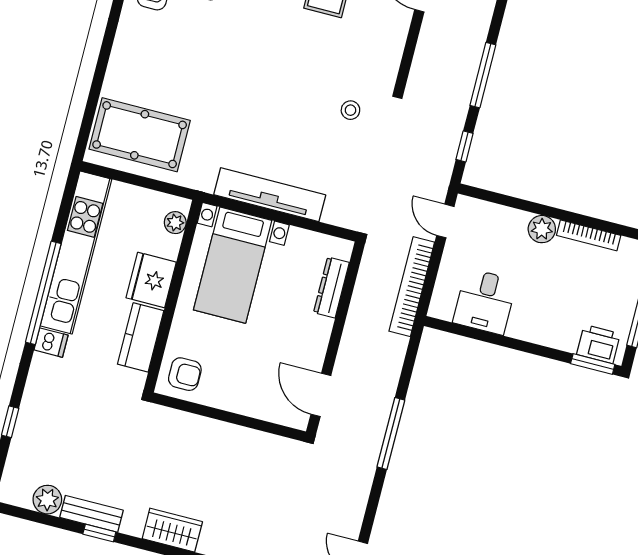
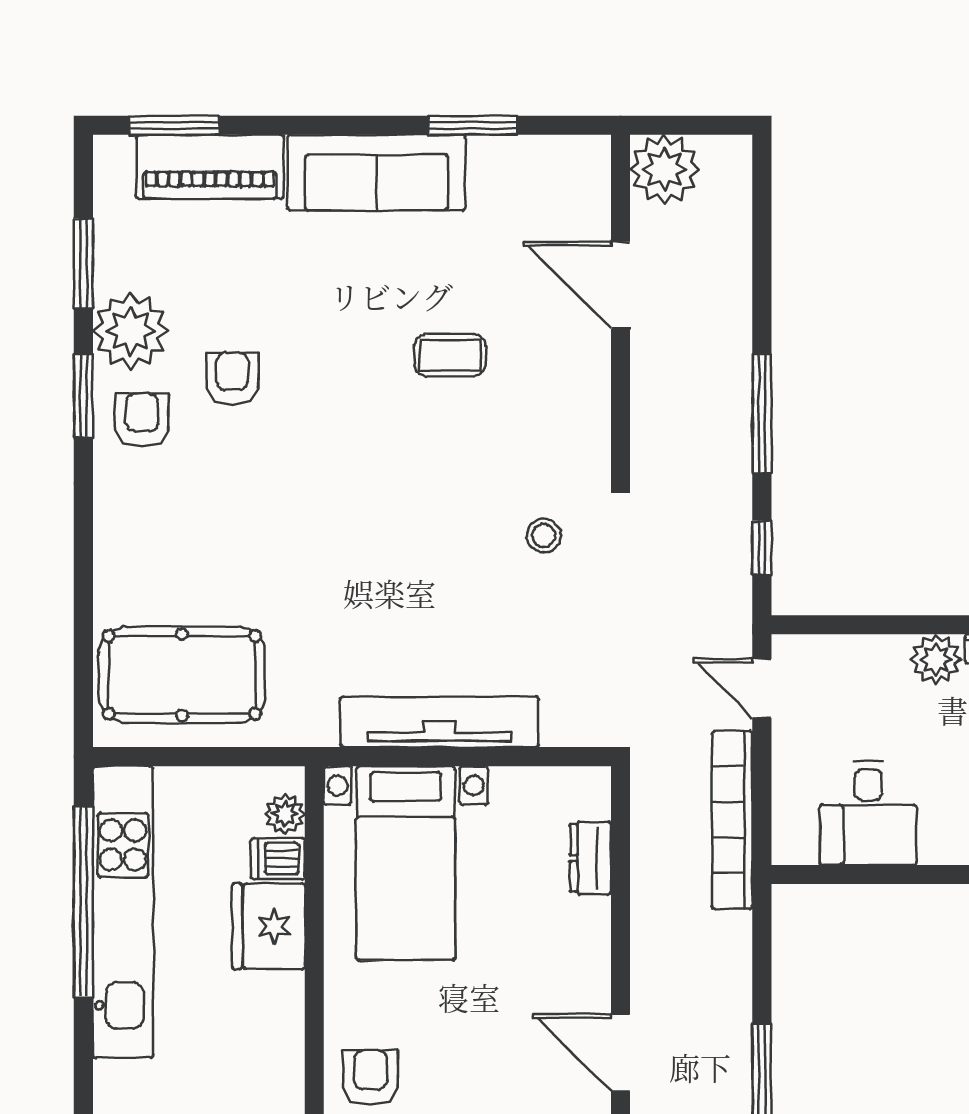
dresser: (331, 288) -> (591, 858), width x0.70
window: (43, 293) -> (83, 902), moved
kitchen counter: (141, 337) -> (276, 1033), removed
dishwasher: (51, 343) -> (278, 859), moved, turned 180
armchair: (185, 374) -> (371, 1078), turned -90

